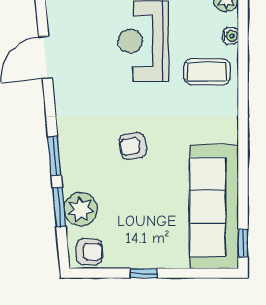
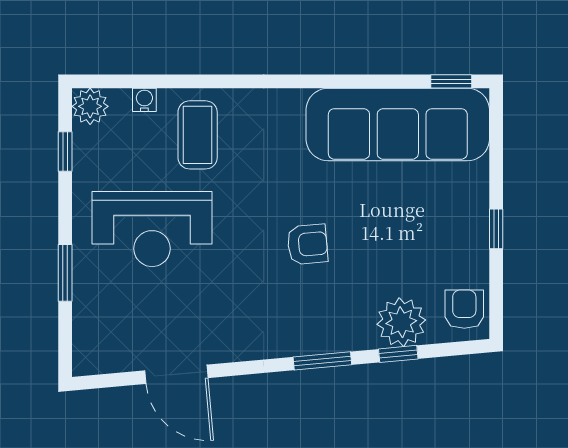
armchair: (133, 146) -> (307, 244), turned -86
window: (59, 207) -> (398, 354), width x0.67

